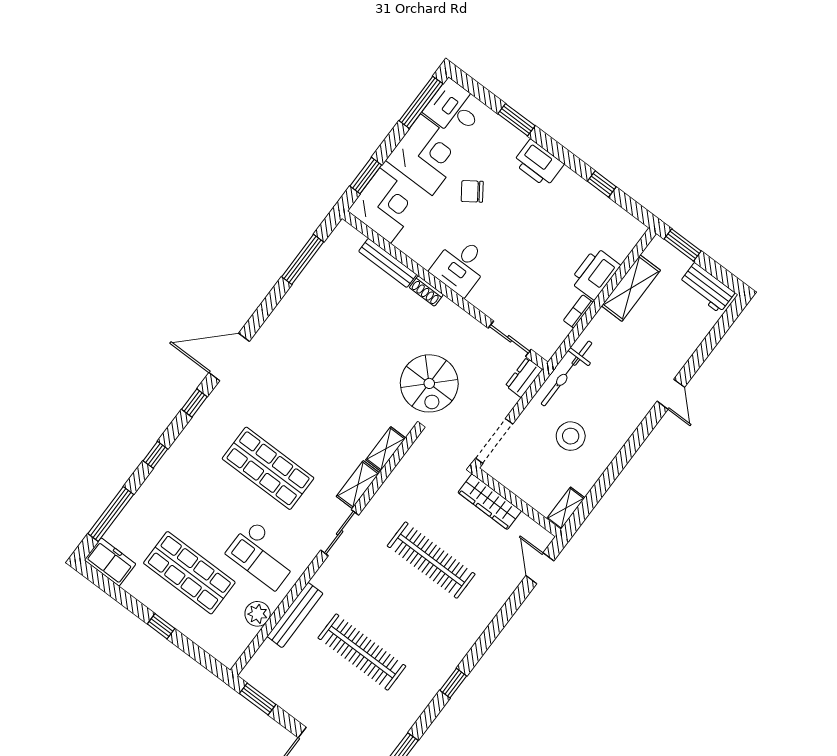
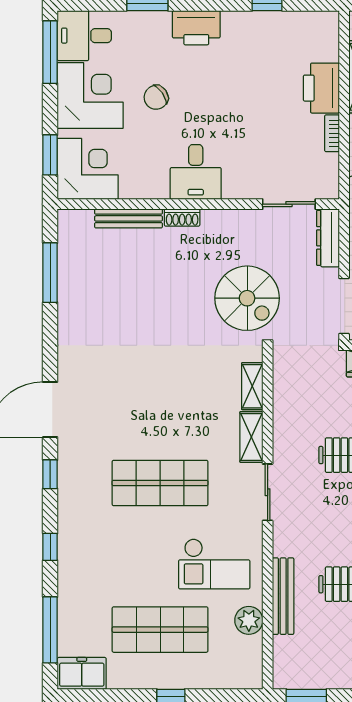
dresser: (524, 378) -> (328, 238), width x1.44

